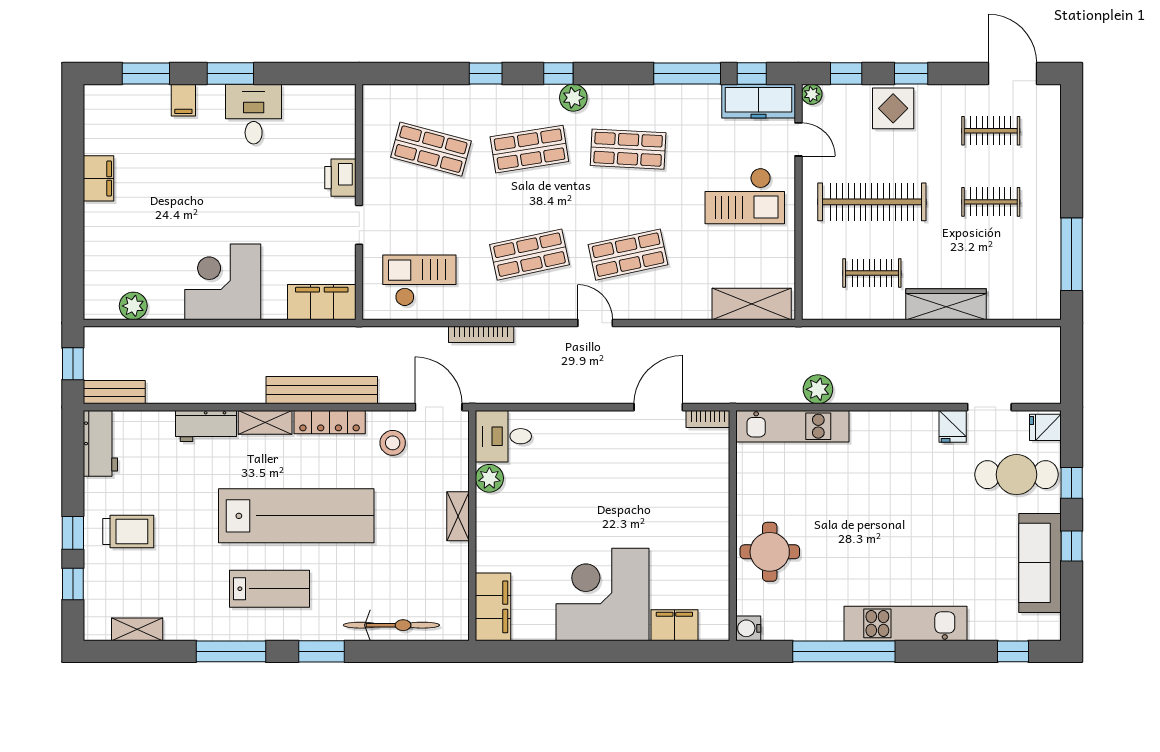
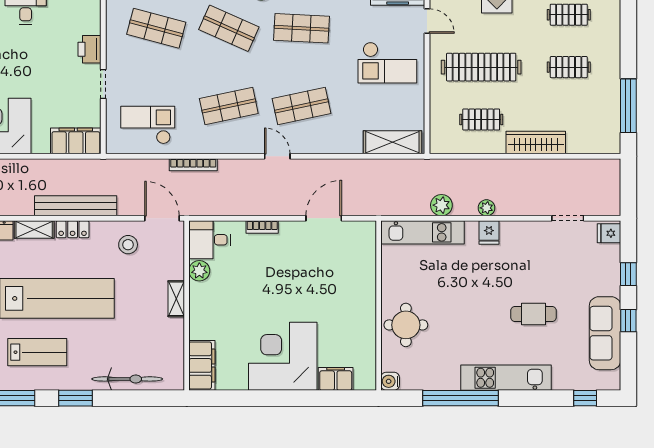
shop shelf: (529, 149) -> (229, 28), turned 33
plant: (879, 393) -> (487, 208), added
bookcase: (708, 419) -> (262, 227), moved
locker: (330, 422) -> (73, 229), width x0.66
fridge: (953, 426) -> (489, 232), moved
cafe table: (1016, 475) -> (533, 314), moved, width x0.73, depth x0.74

